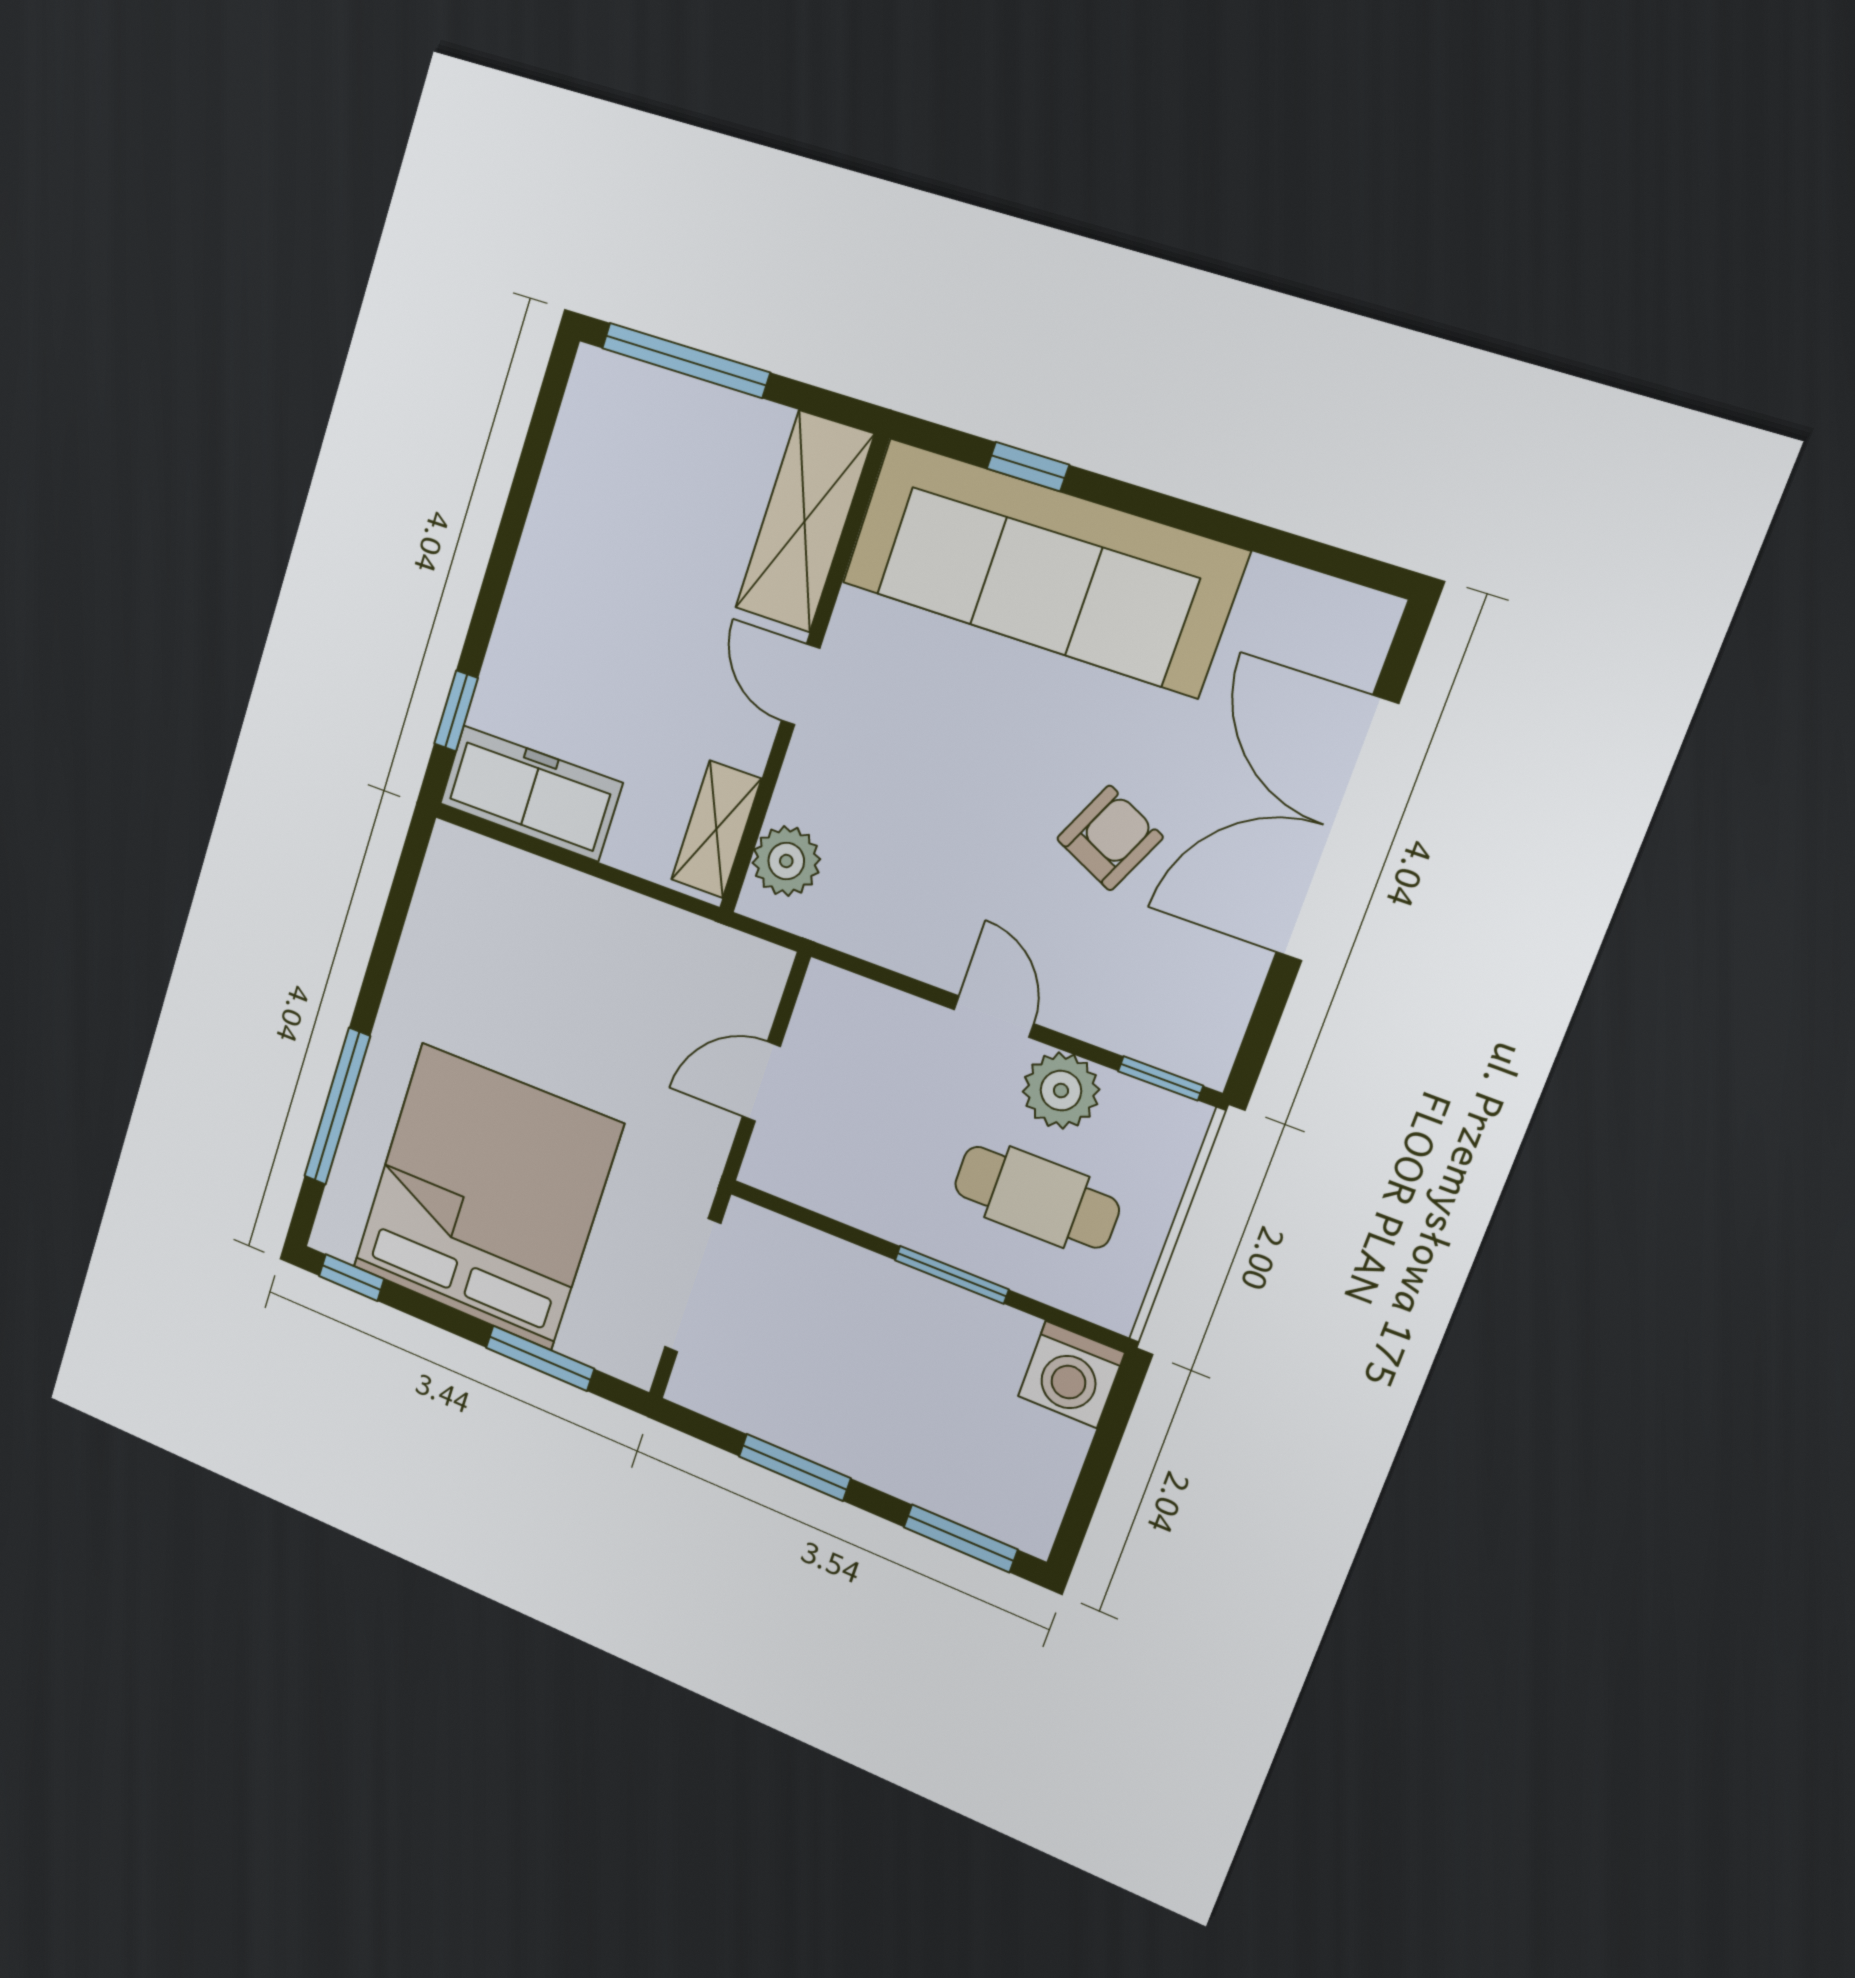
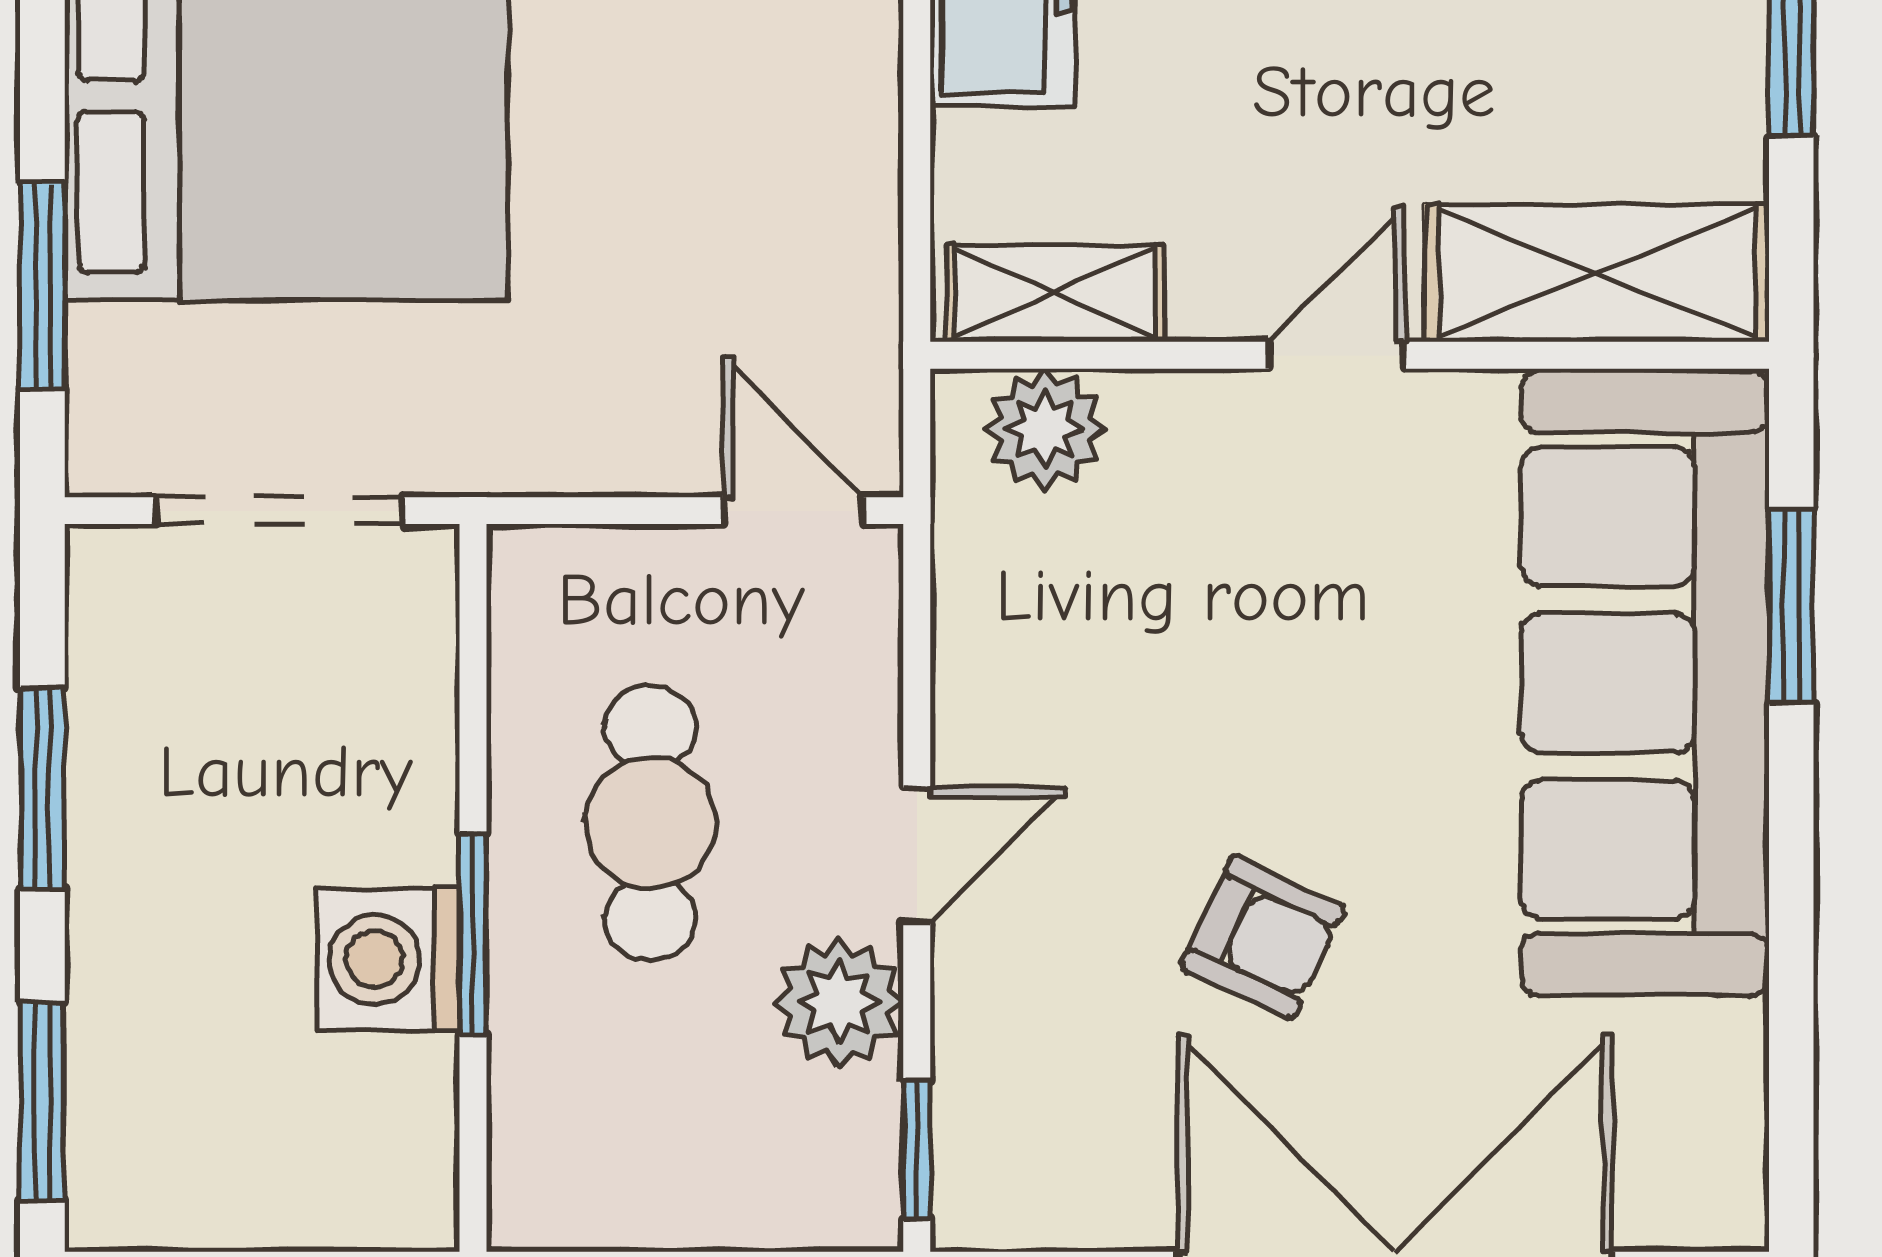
window: (1028, 467) -> (1791, 606), width x1.50
door: (761, 1081) -> (793, 511), moved
cafe table: (1037, 1197) -> (651, 823), moved
washing machine: (1071, 1374) -> (389, 959), moved

